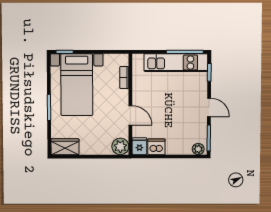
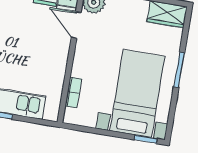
door: (130, 115) -> (76, 25), moved

